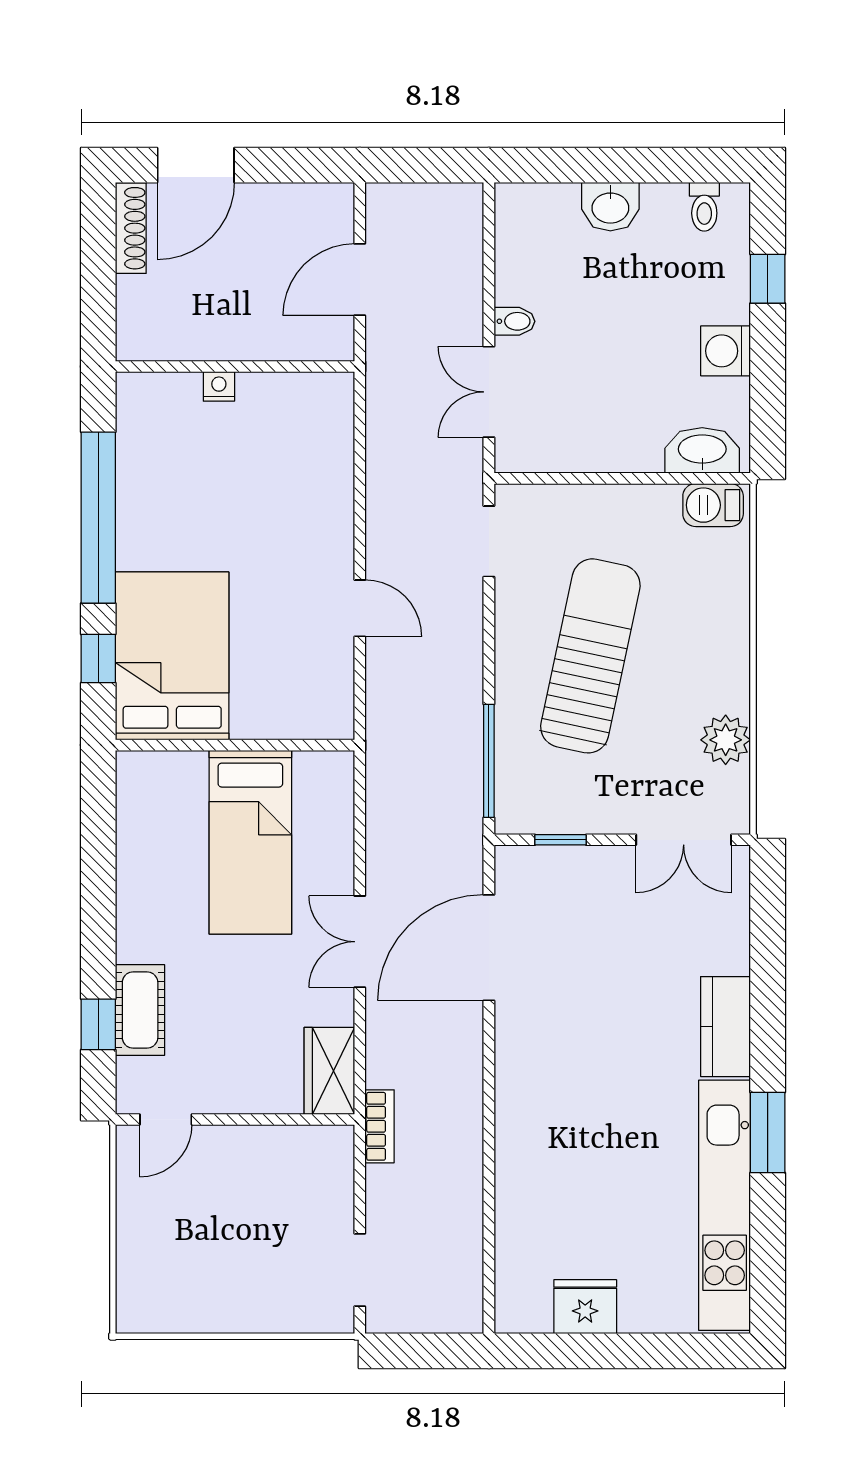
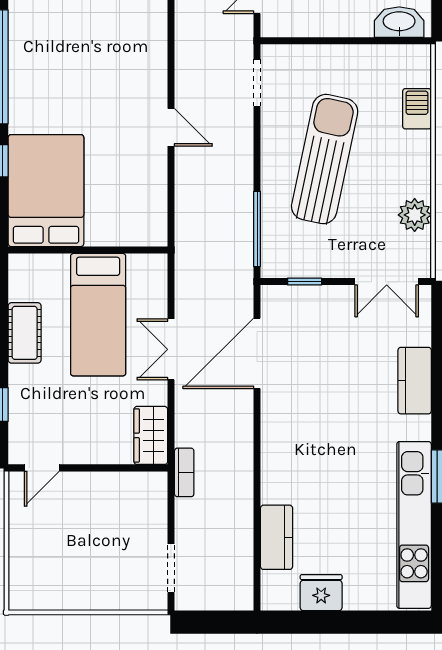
barbecue: (713, 505) -> (417, 109), moved, turned 90
bed: (172, 656) -> (46, 191), moved
wall: (235, 745) -> (88, 250), moved
bed: (250, 842) -> (98, 315), moved
cot: (140, 1010) -> (25, 333), moved
kitchen counter: (725, 1027) -> (415, 381), moved
kitchen counter: (518, 1224) -> (276, 537), added

